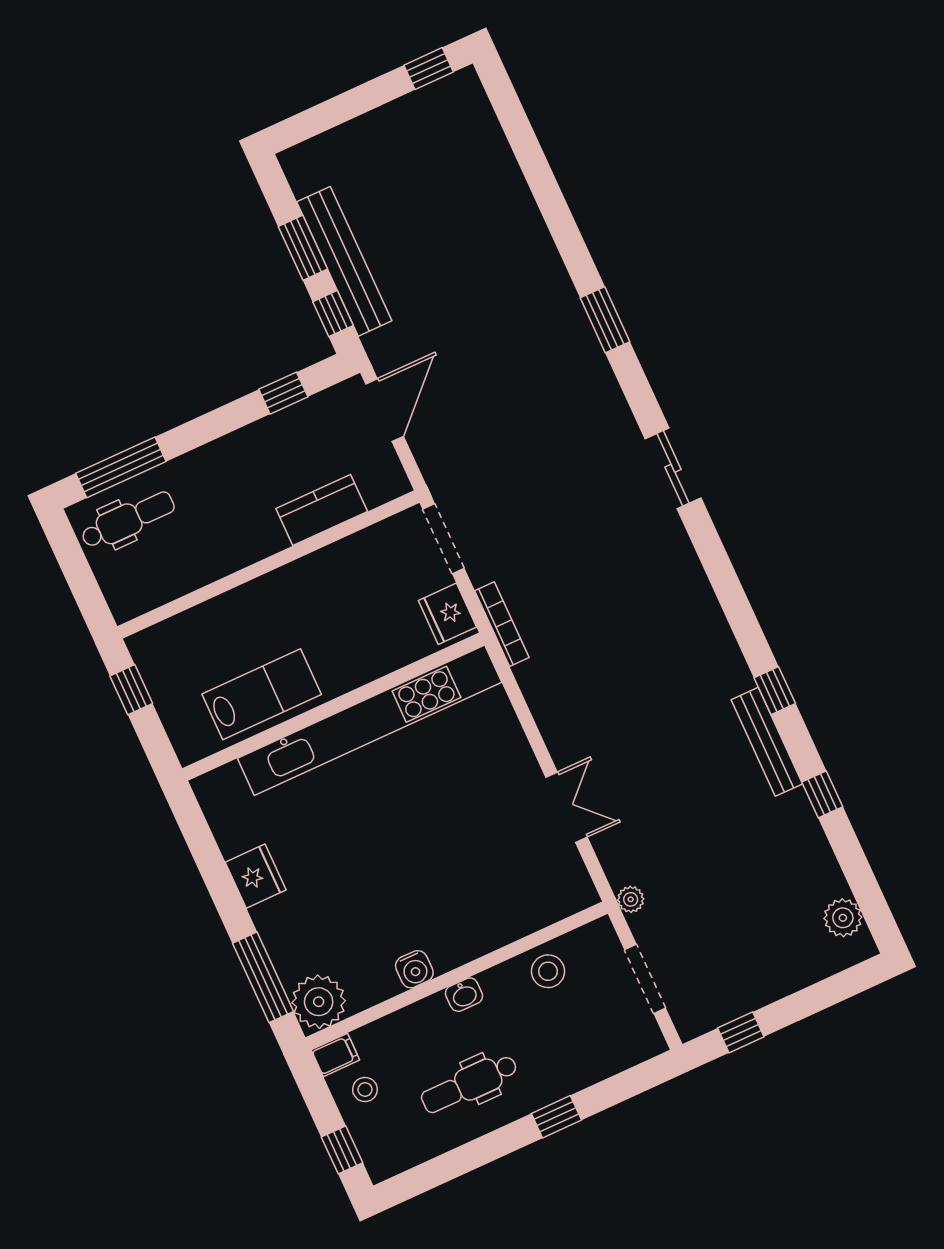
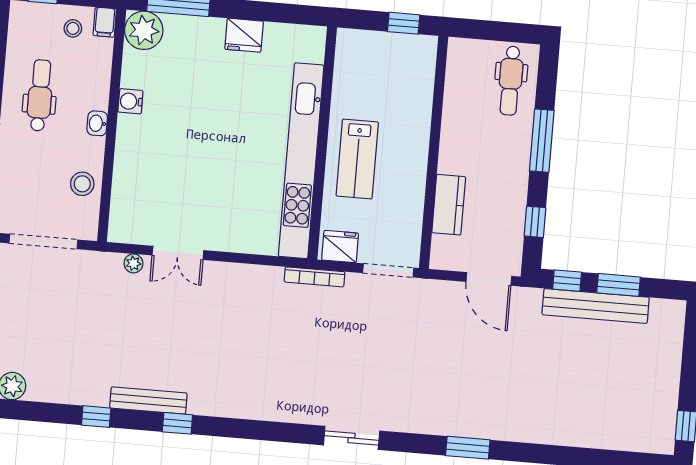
window: (121, 467) -> (542, 141), moved
lab bench: (262, 694) -> (357, 159), moved
plant: (631, 899) -> (133, 263), moved
doorway: (645, 979) -> (43, 241), width x1.36

